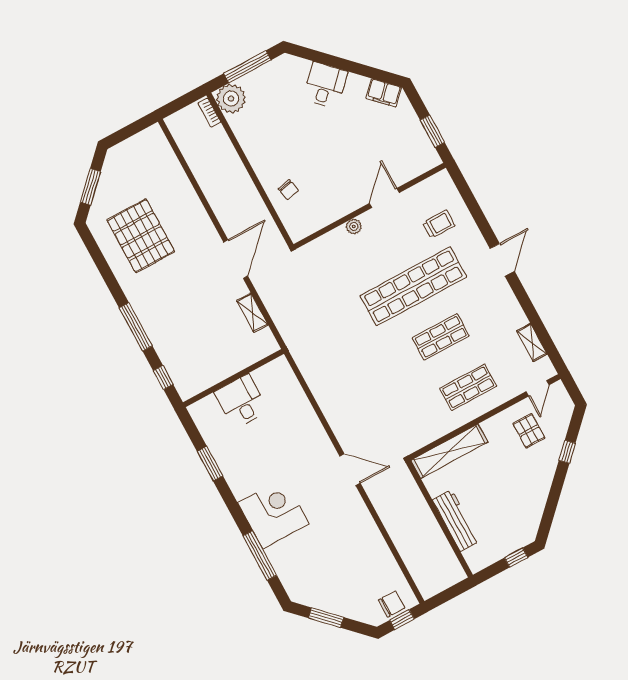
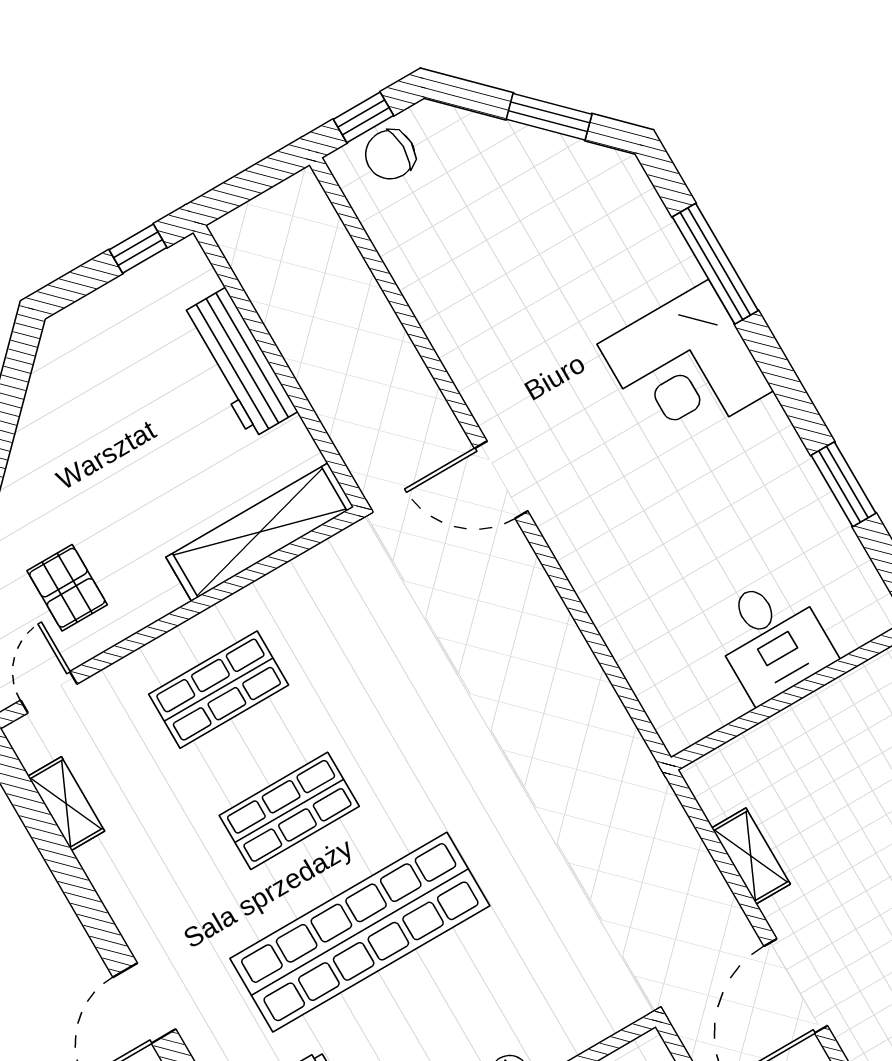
window: (516, 558) -> (138, 249), moved

